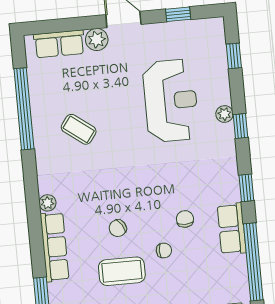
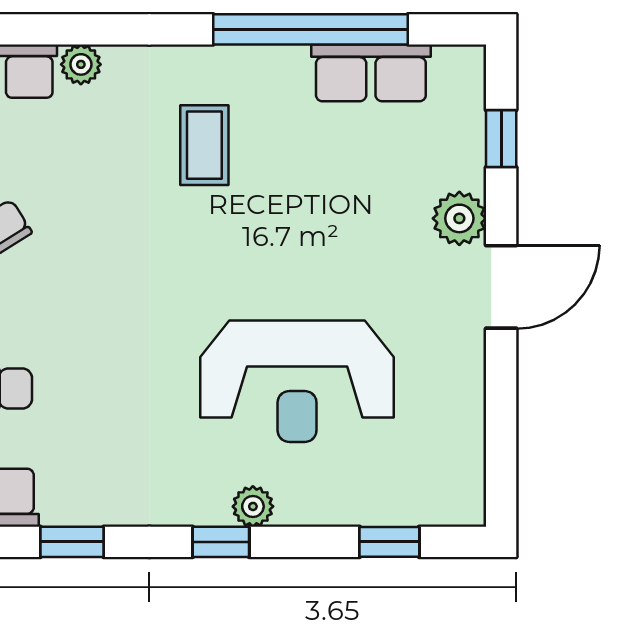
window: (178, 14) -> (501, 139), moved
row of seats: (59, 44) -> (371, 73), moved, turned -90
coffee table: (79, 129) -> (204, 145), moved, turned -37

